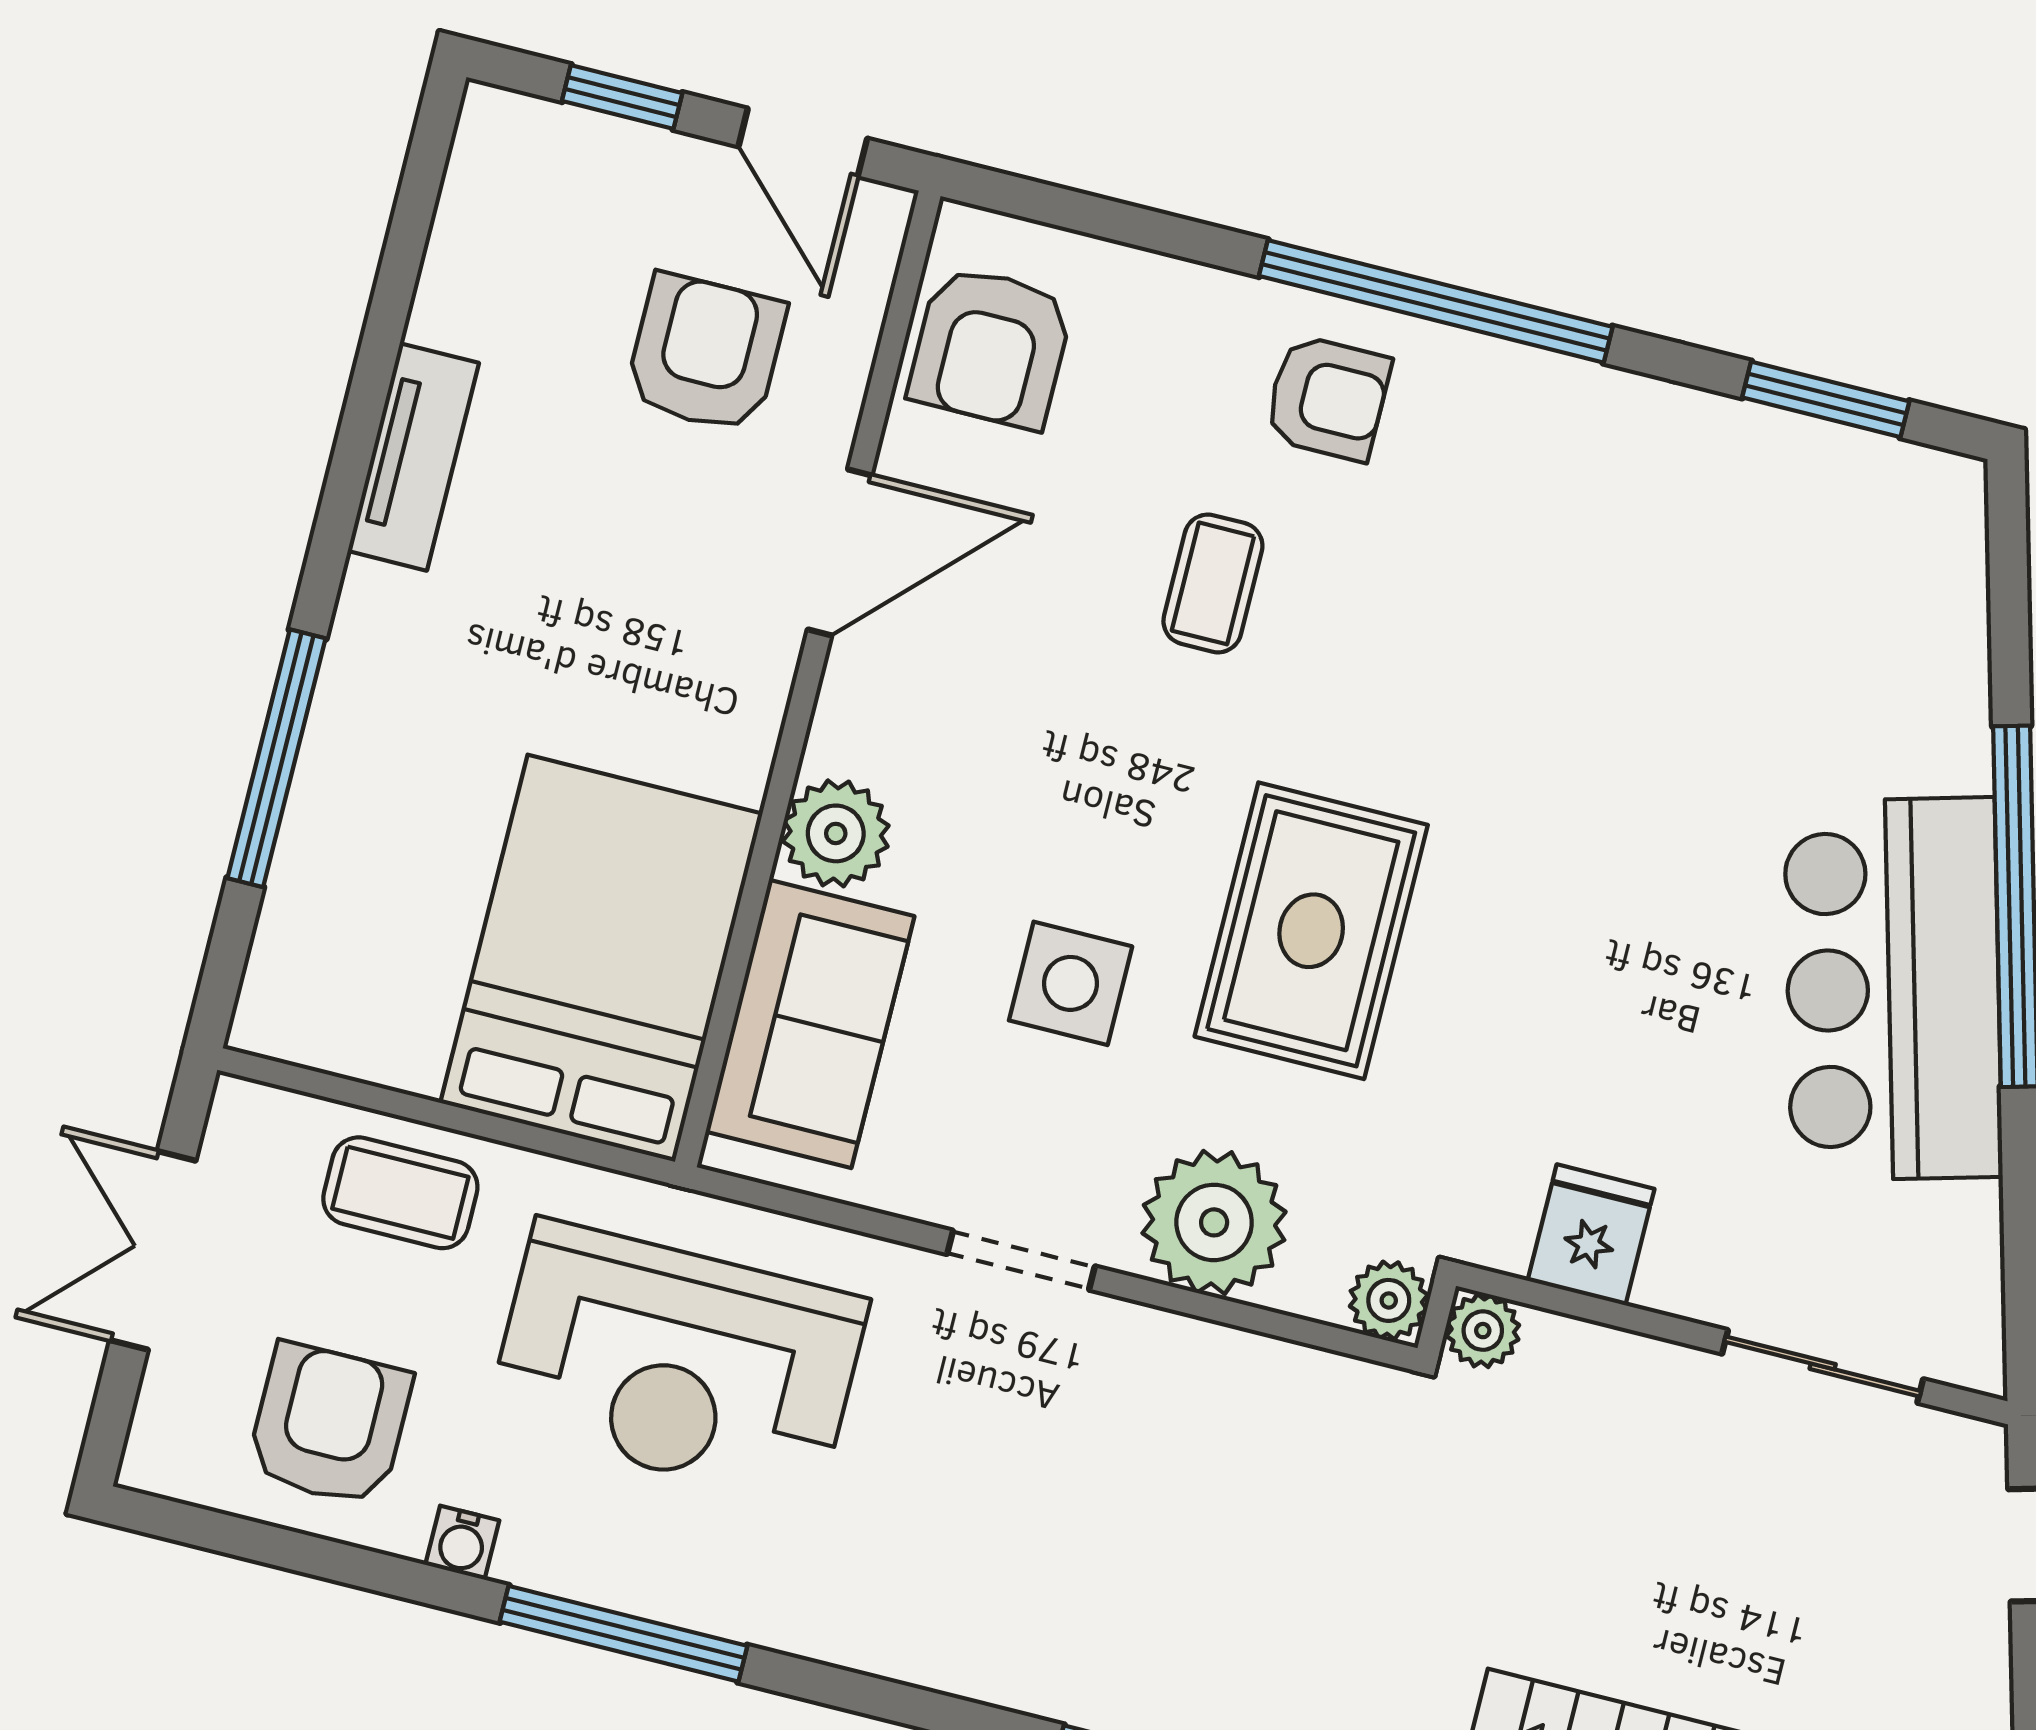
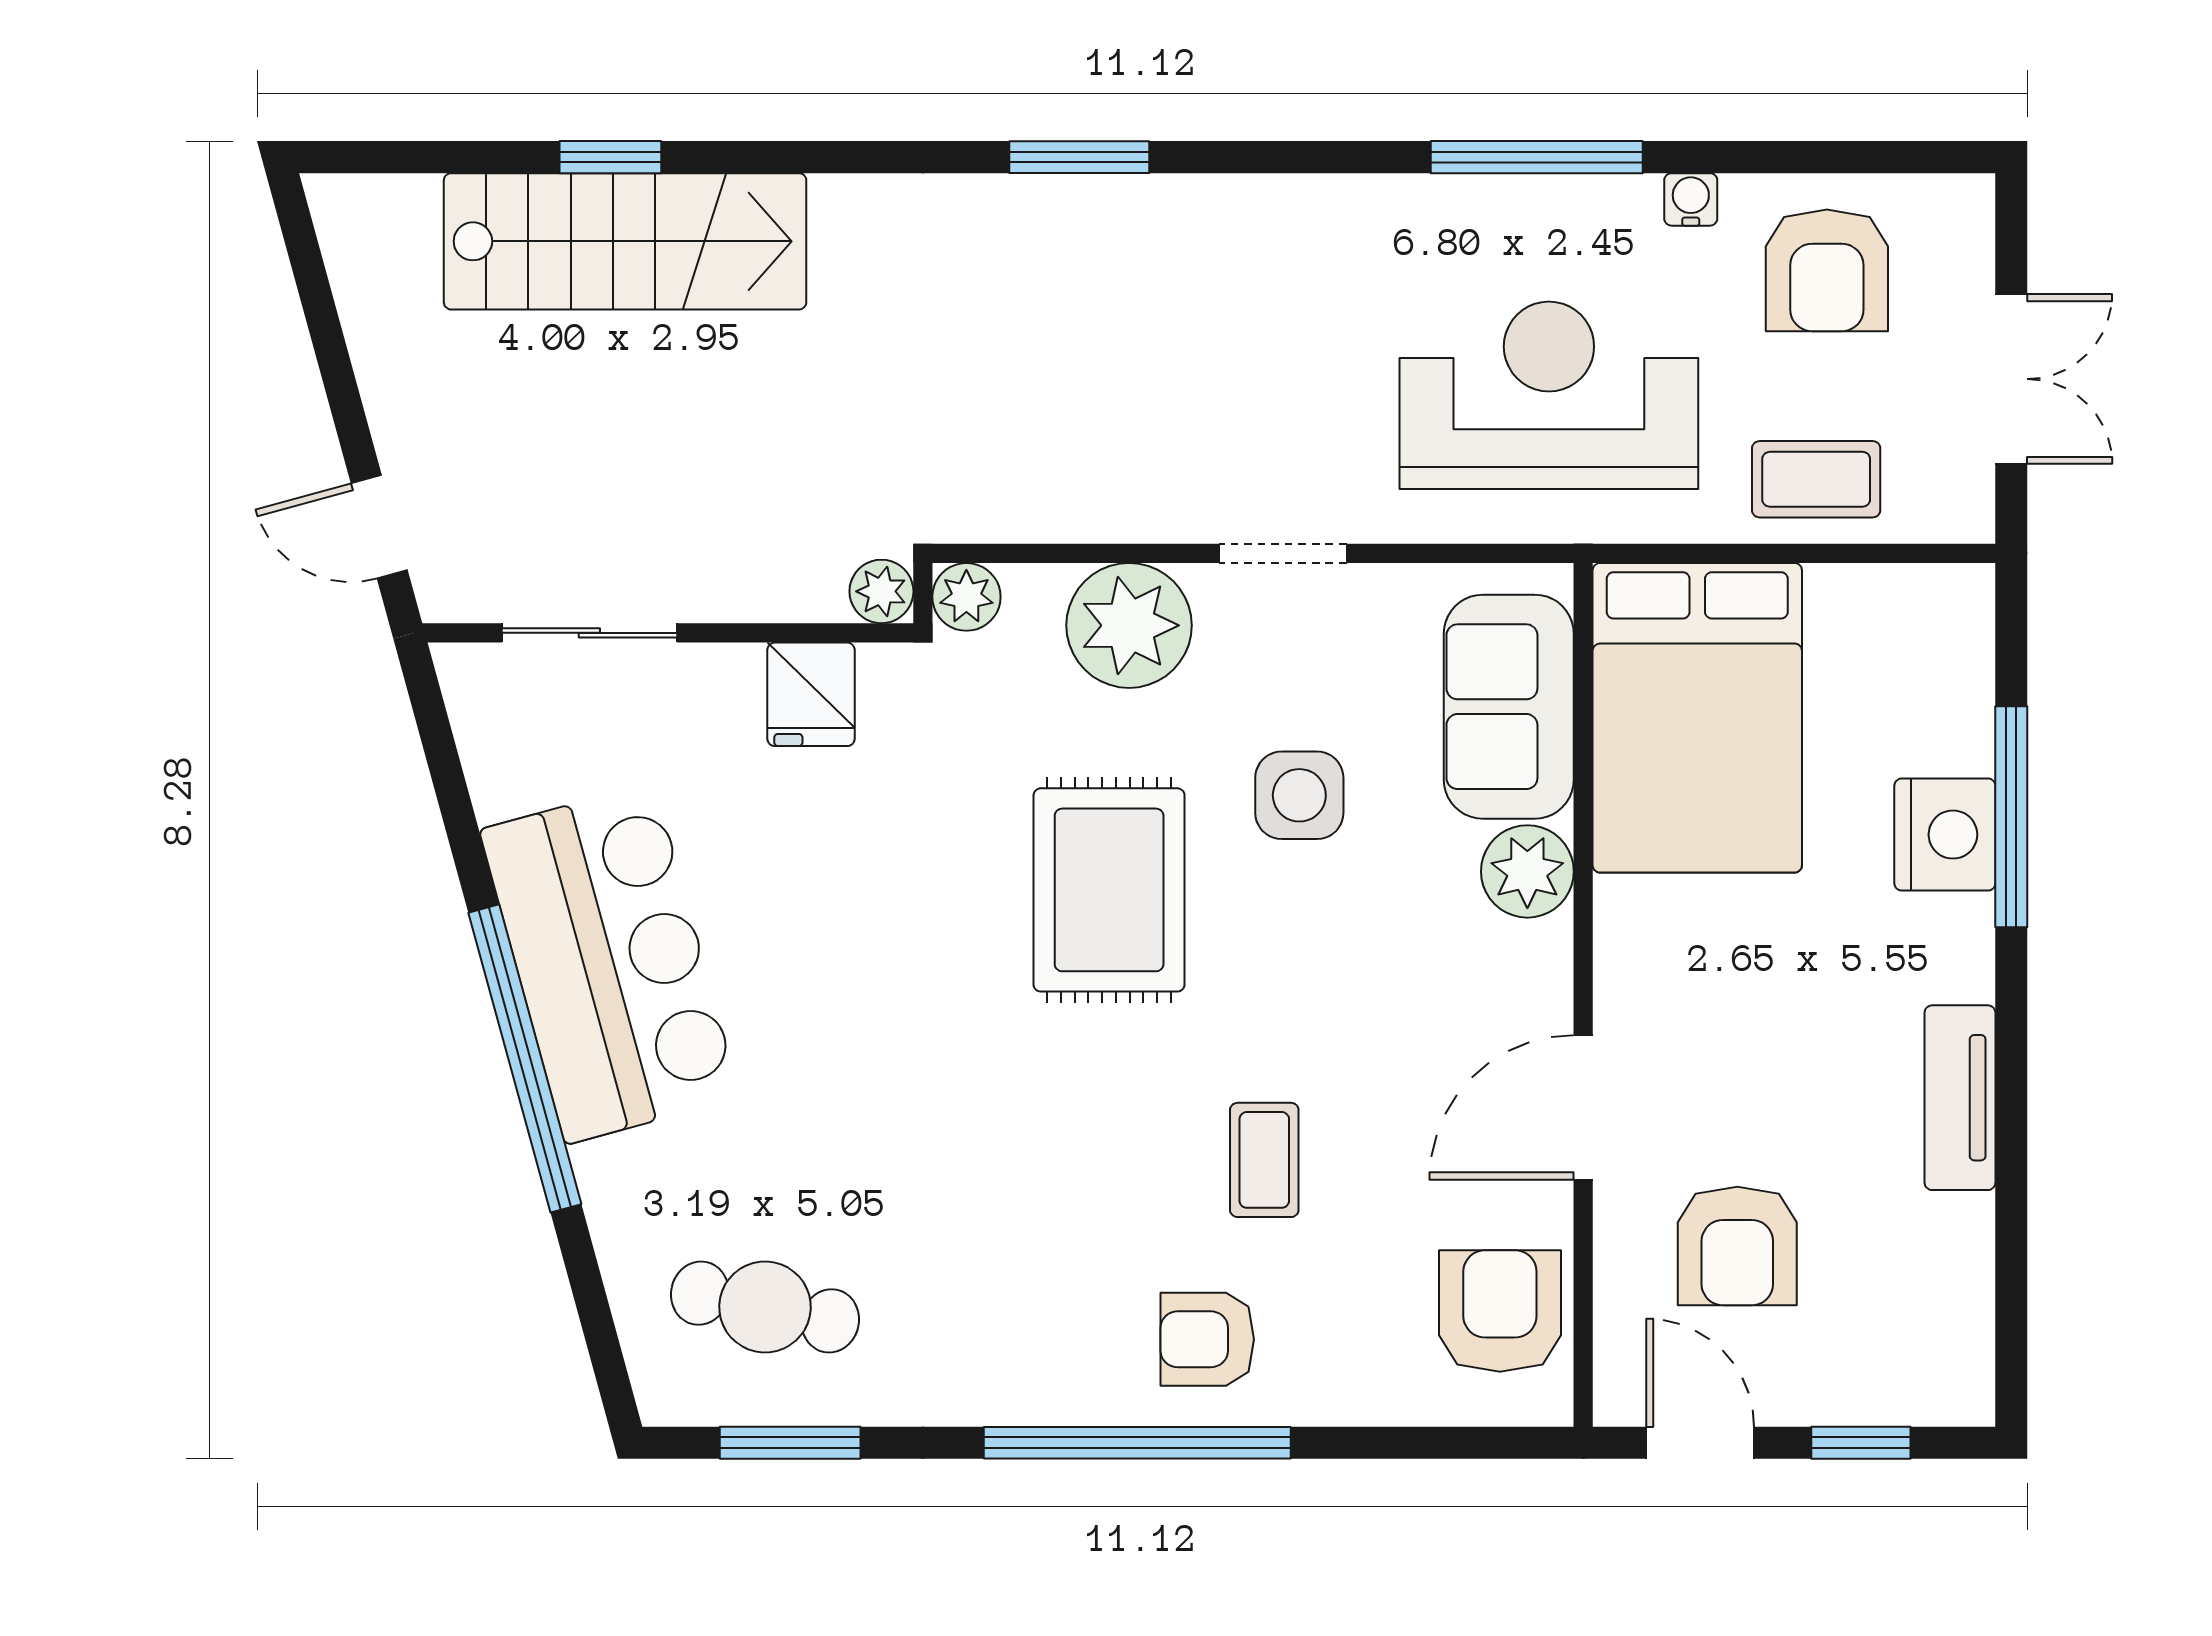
cafe table: (1816, 559) -> (765, 1307), added
nightstand: (356, 757) -> (1945, 835), added

